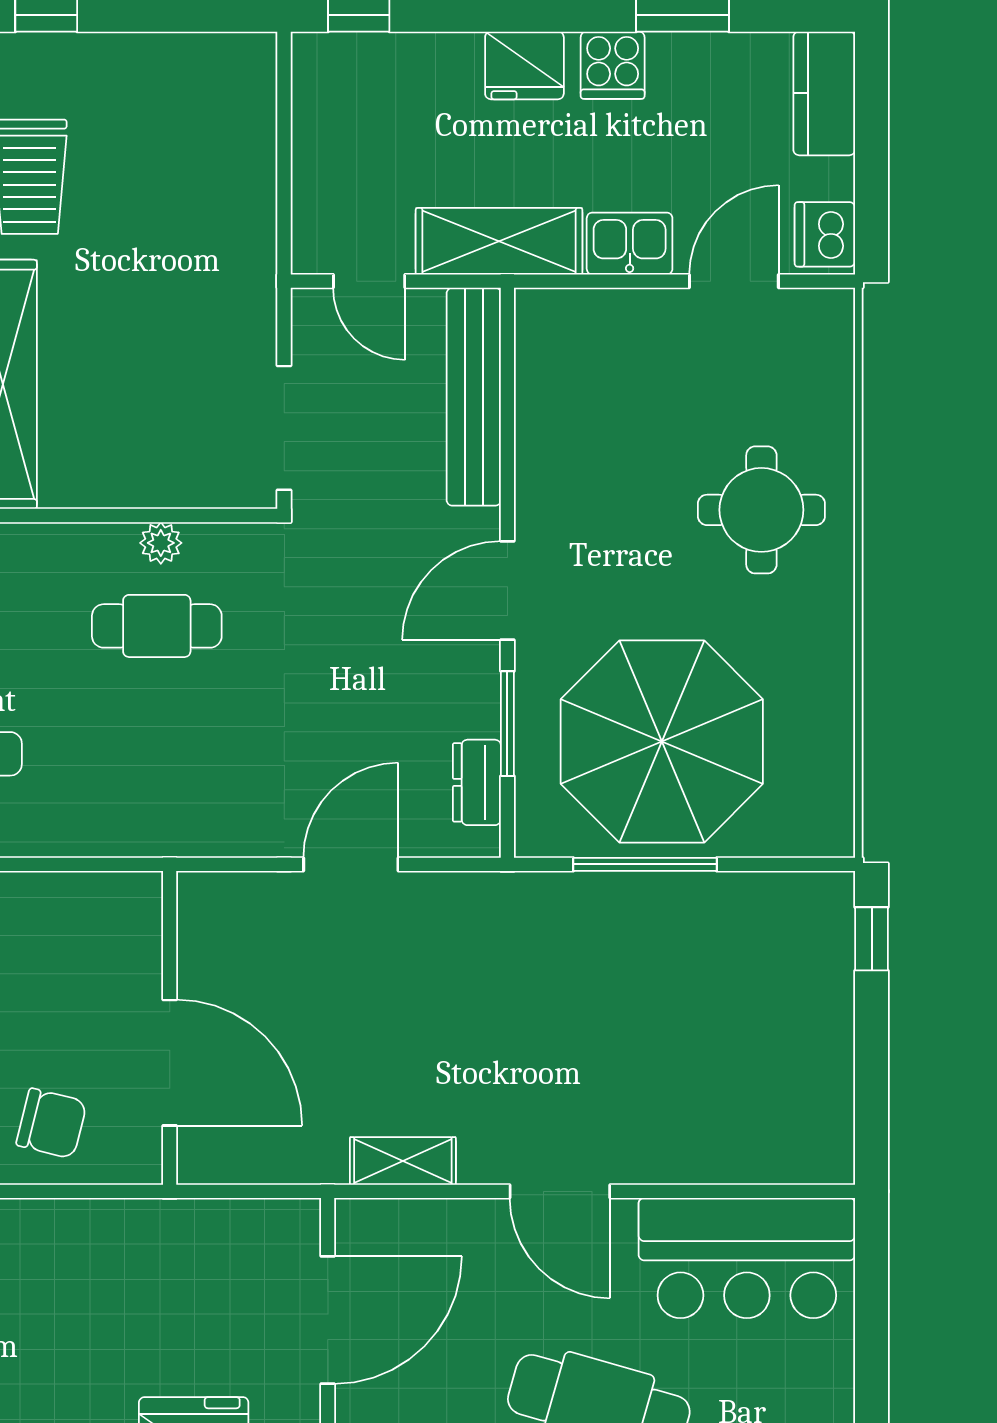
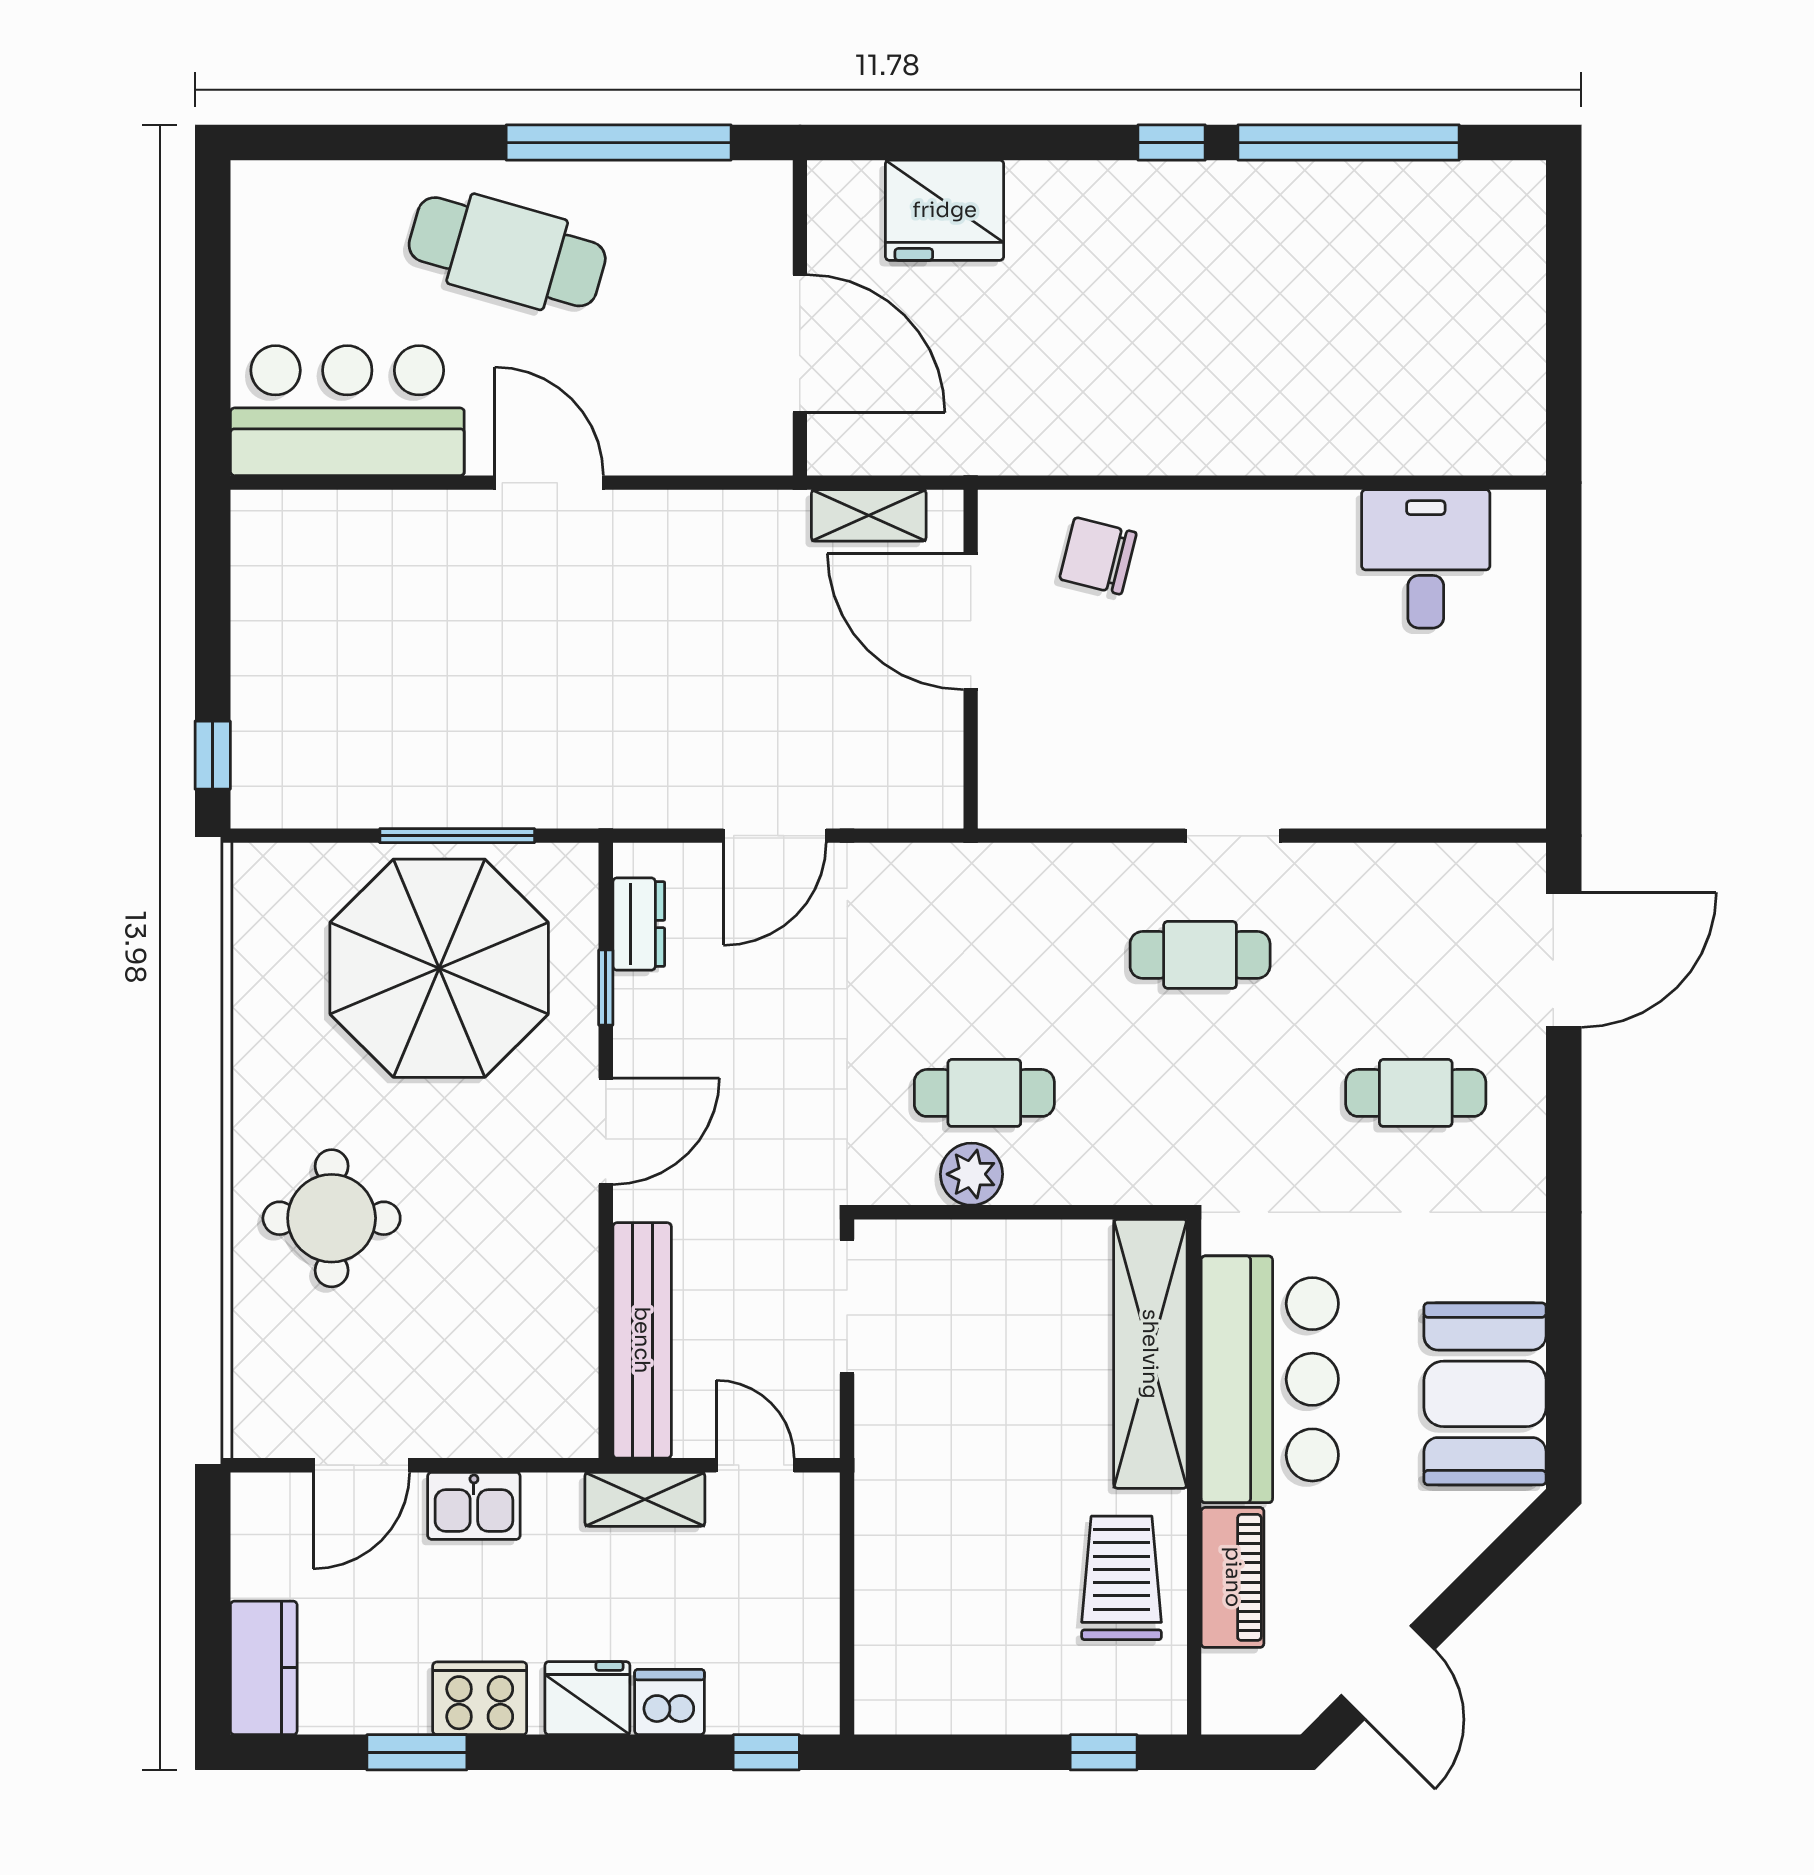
cooker: (613, 65) -> (480, 1698), width x1.36
dishwasher: (825, 234) -> (669, 1702), moved, turned -90
shelving: (499, 241) -> (645, 1499), width x0.67, depth x0.75
plant: (161, 543) -> (972, 1174), width x1.38, depth x1.38
window: (507, 724) -> (606, 988), width x0.67
shelving: (403, 1161) -> (869, 515), moved
door: (328, 1320) -> (800, 344), swing flipped

